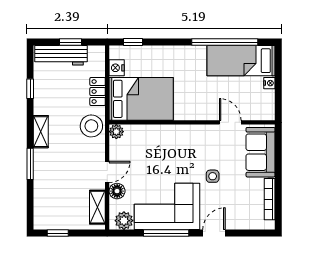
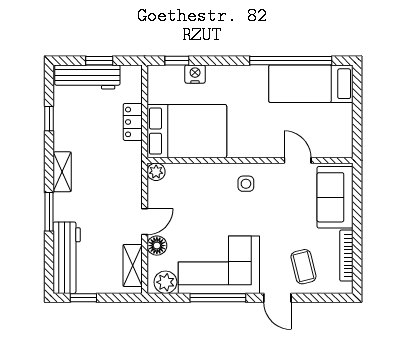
nightstand: (117, 68) -> (195, 74), moved, turned 90
nightstand: (269, 83) -> (346, 111), removed
stool: (91, 126) -> (125, 165), removed
side table: (213, 176) -> (246, 184), moved
workbench: (44, 201) -> (67, 258), added
coffee table: (235, 208) -> (303, 267), added
door: (214, 233) -> (277, 298), swing flipped

